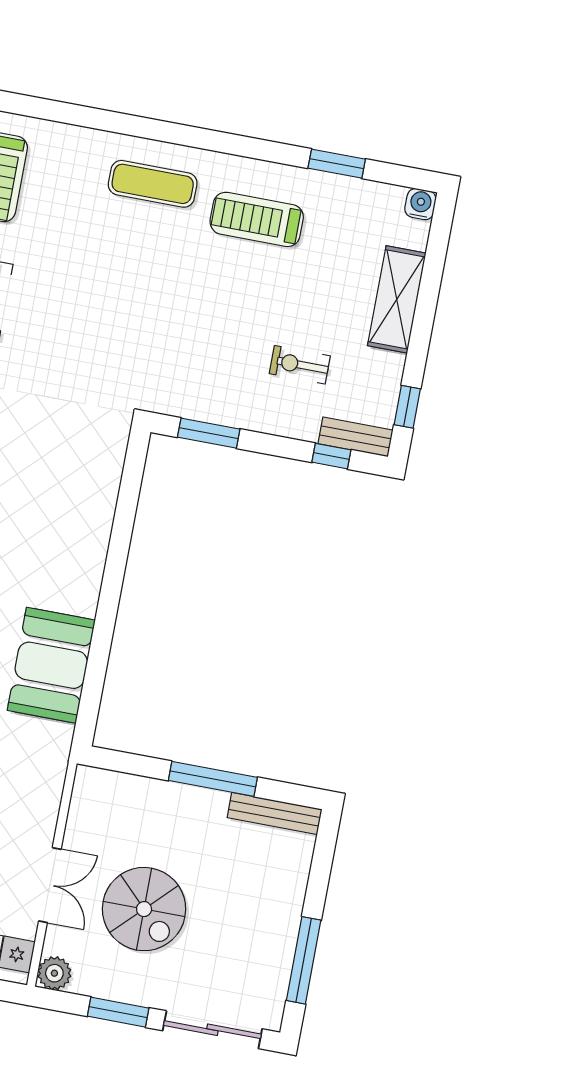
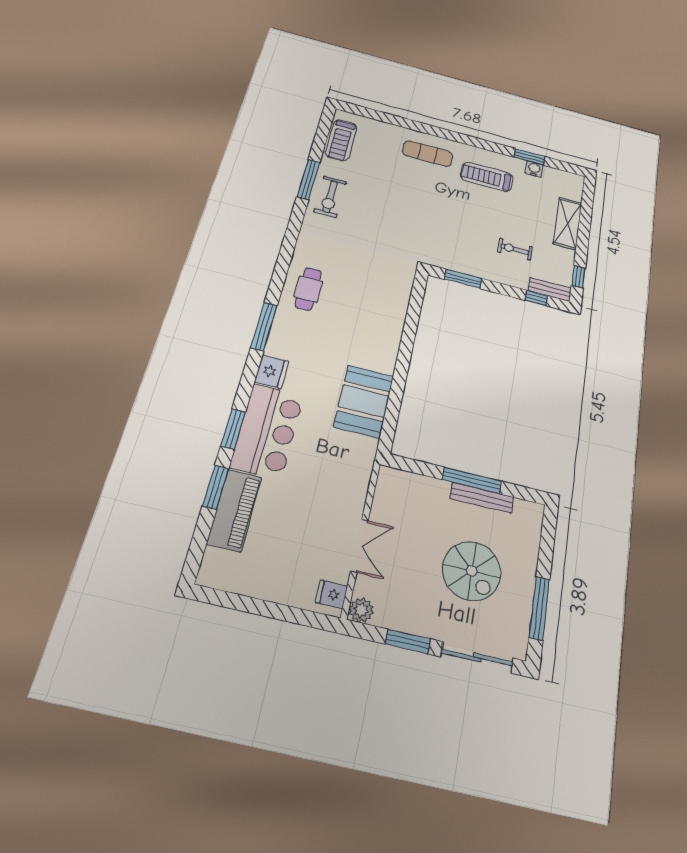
water cooler: (420, 204) -> (534, 169), moved
bench: (275, 813) -> (482, 498), moved
spiral stairs: (144, 909) -> (472, 571), moved

